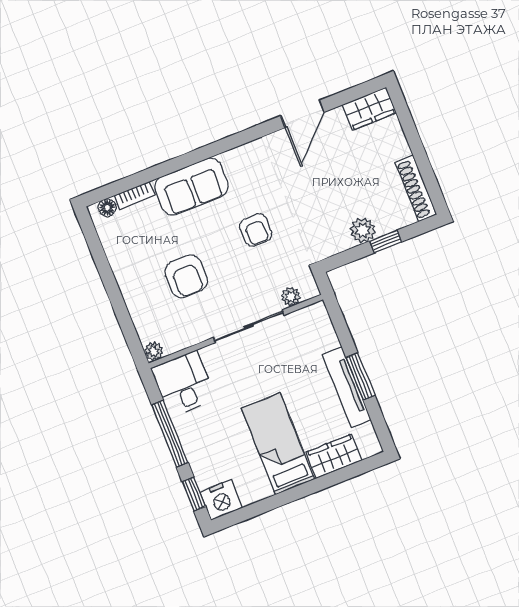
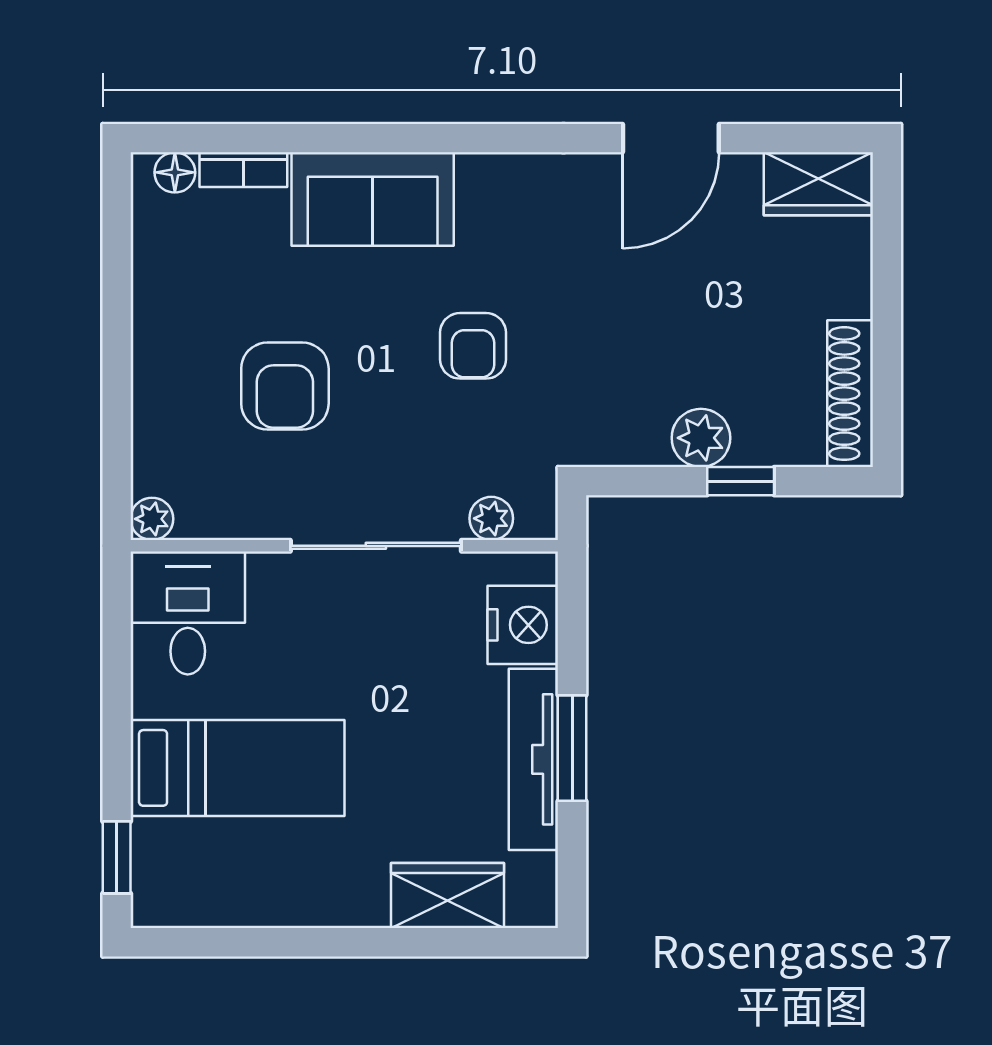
window: (170, 434) -> (117, 708), removed
bed: (278, 444) -> (238, 768), moved, turned 90
nightstand: (221, 500) -> (523, 625), moved, turned -90

